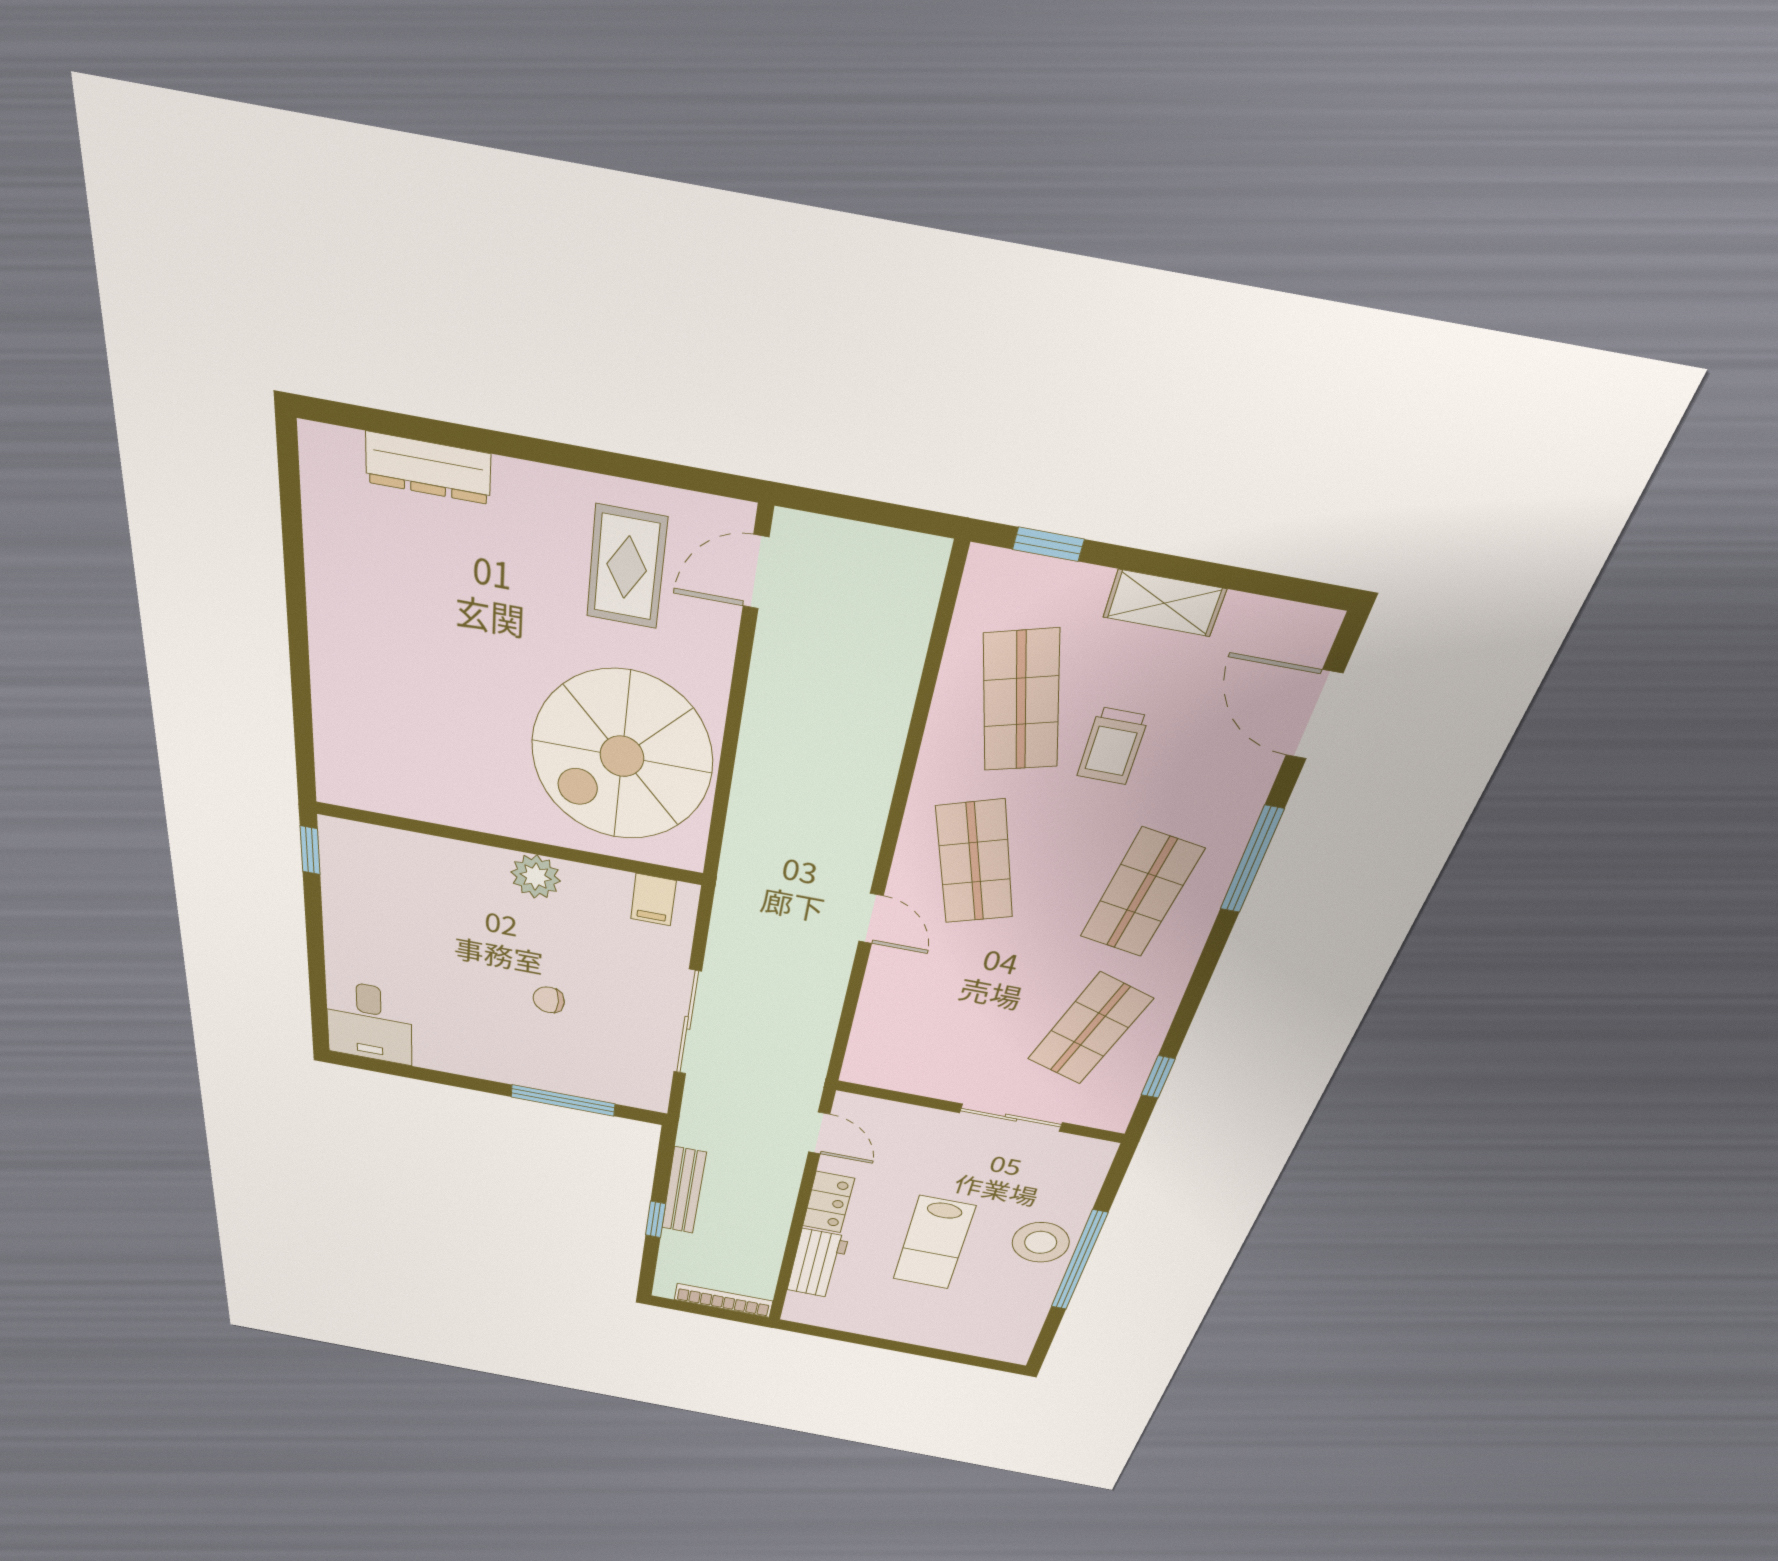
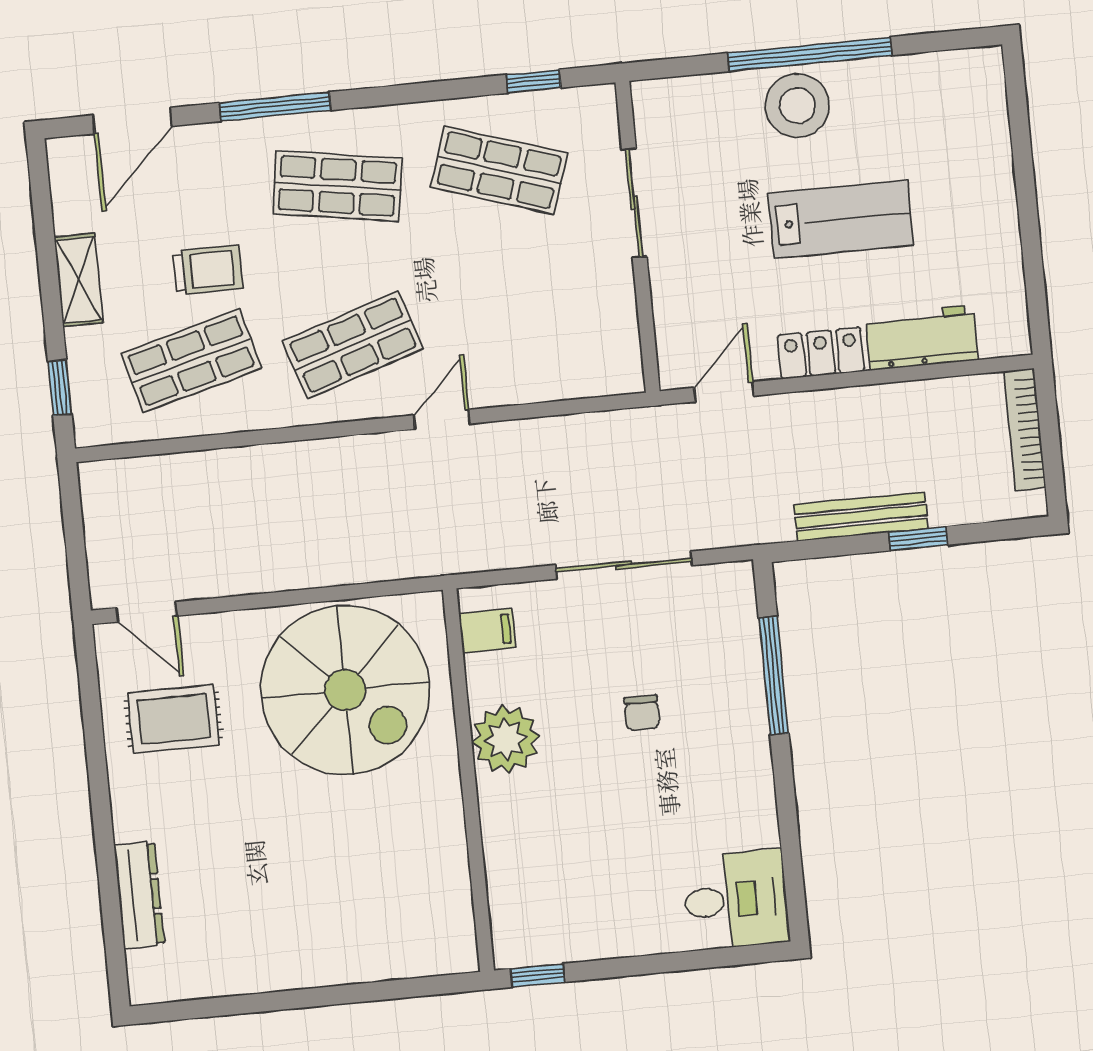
plant: (536, 877) -> (506, 739), width x1.36, depth x1.36

